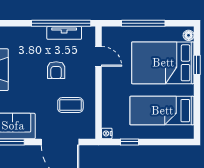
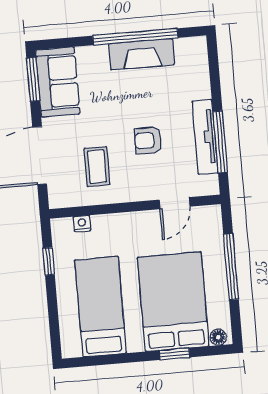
window: (61, 23) -> (220, 142), width x0.68
tv unit: (64, 33) -> (205, 137), width x1.41
nightstand: (107, 133) -> (82, 224), moved

